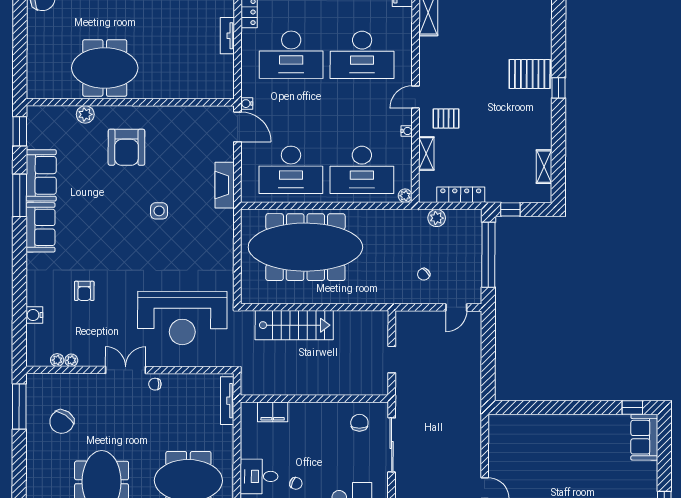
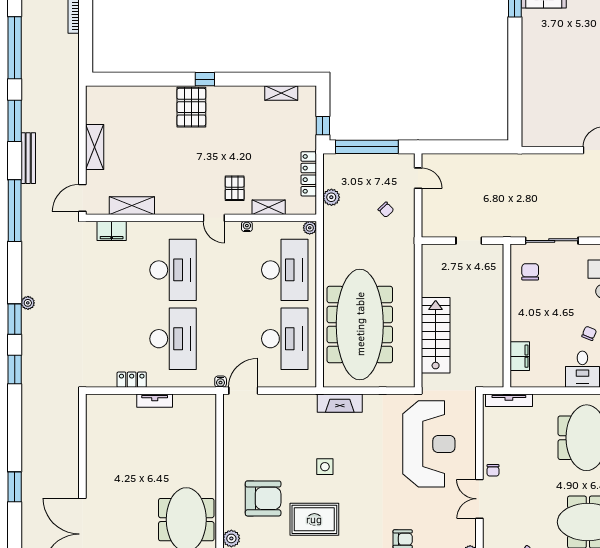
fireplace: (225, 185) -> (340, 403), moved
rug: (105, 200) -> (314, 519), added
chair: (359, 423) -> (530, 272), turned 90

